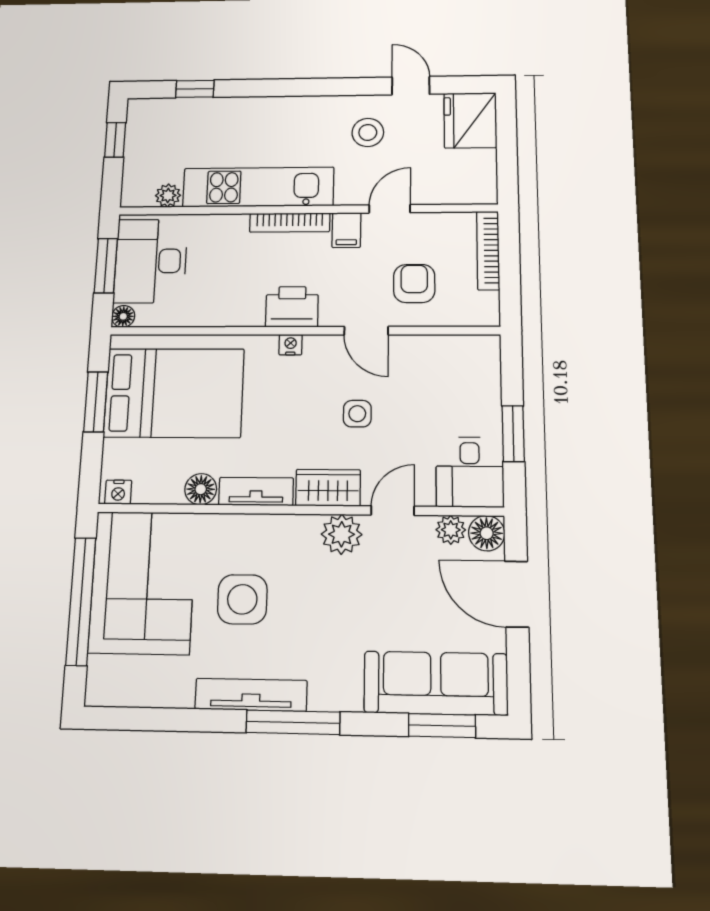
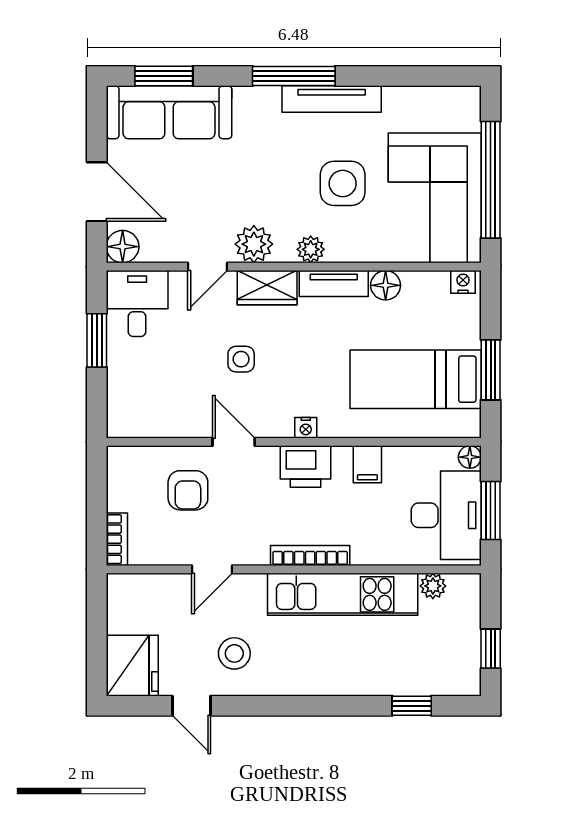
filing cabinet: (346, 230) -> (367, 464), moved, turned 180
bookcase: (488, 250) -> (117, 539), width x0.64
bed: (174, 393) -> (416, 379), width x0.67
plant: (451, 530) -> (311, 249), moved

